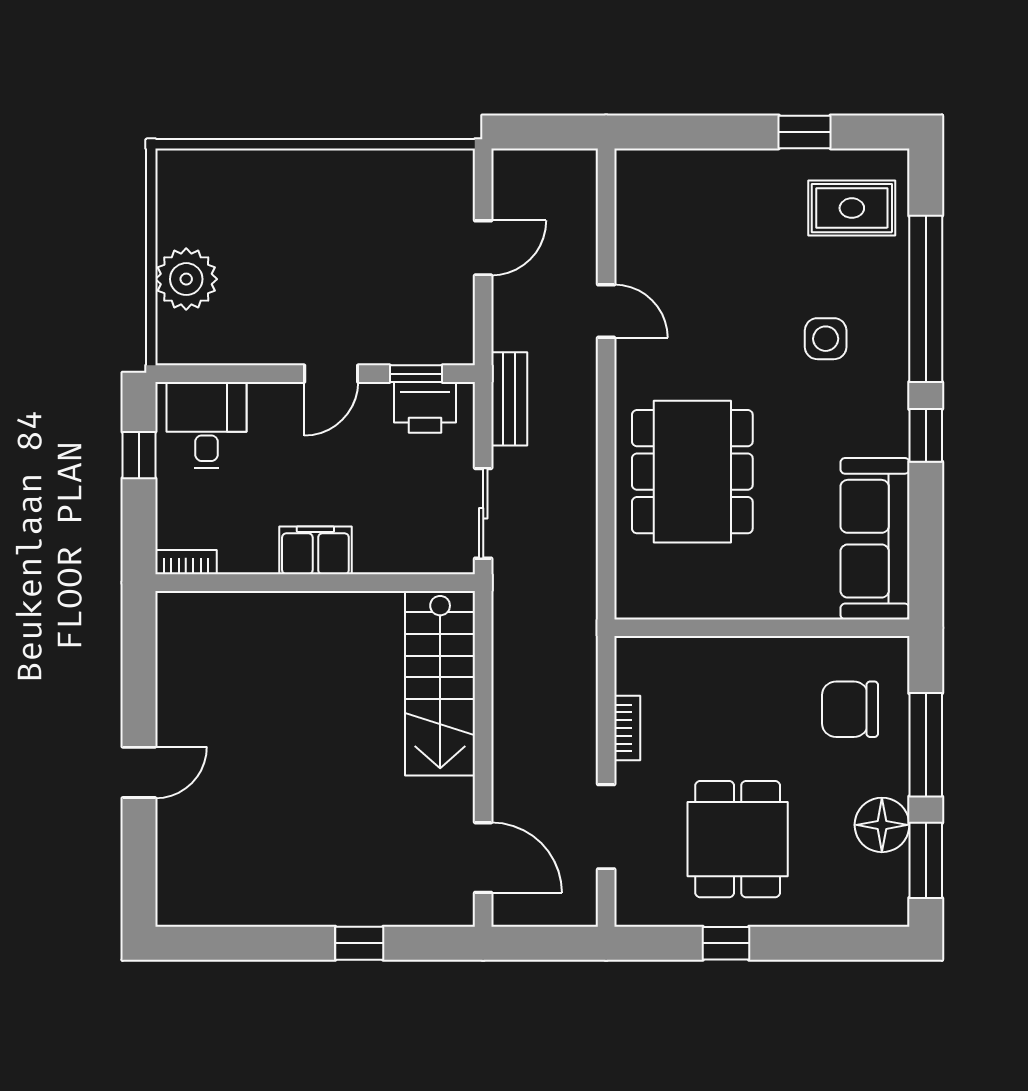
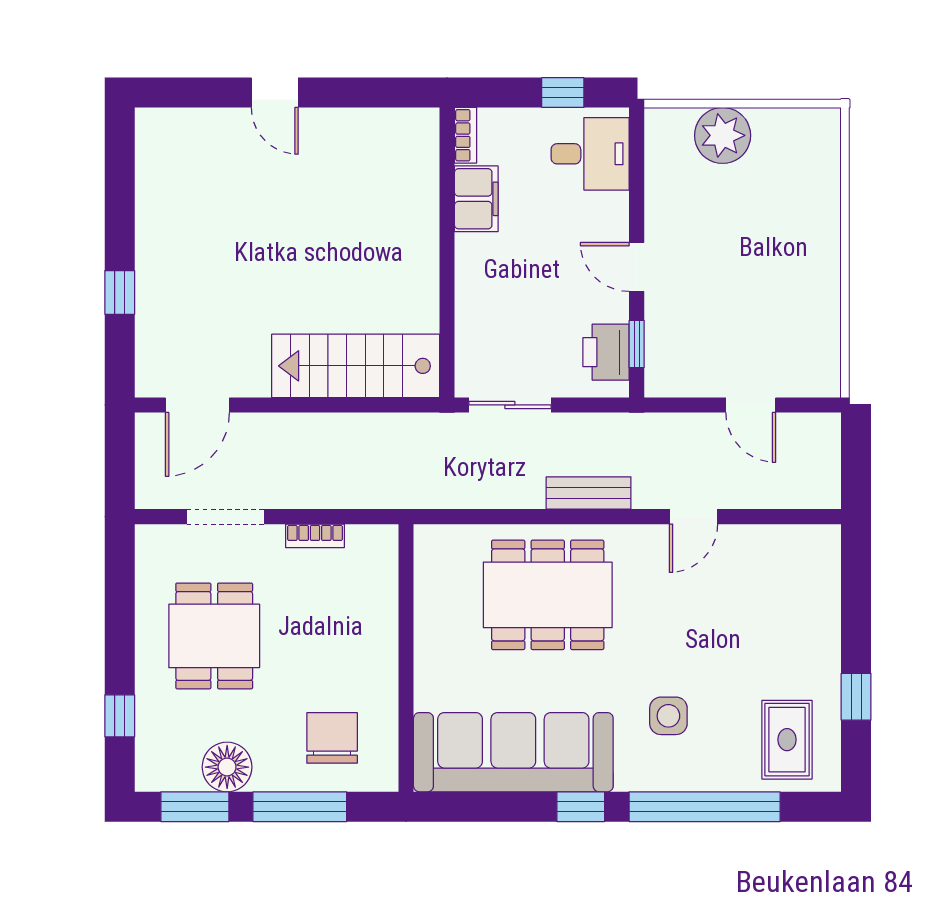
bench: (509, 399) -> (589, 493), moved
sofa: (875, 539) -> (513, 752), width x1.36, depth x1.27
filing cabinet: (315, 550) -> (476, 199), moved
dining table: (738, 839) -> (214, 636), turned 90
window: (726, 943) -> (120, 716), moved

